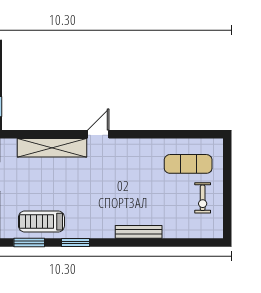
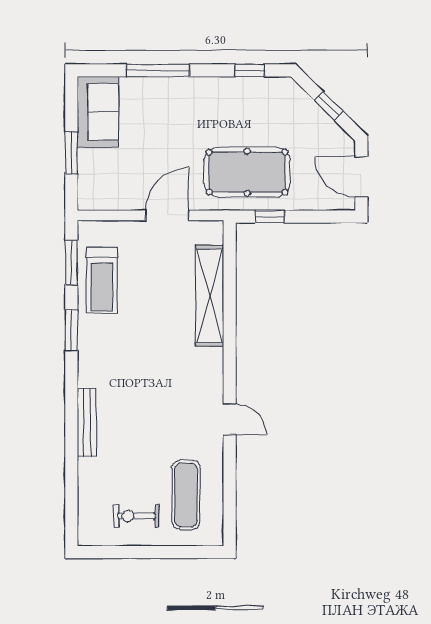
door: (98, 134) -> (230, 419), moved
treadmill: (41, 222) -> (102, 280), turned 180

